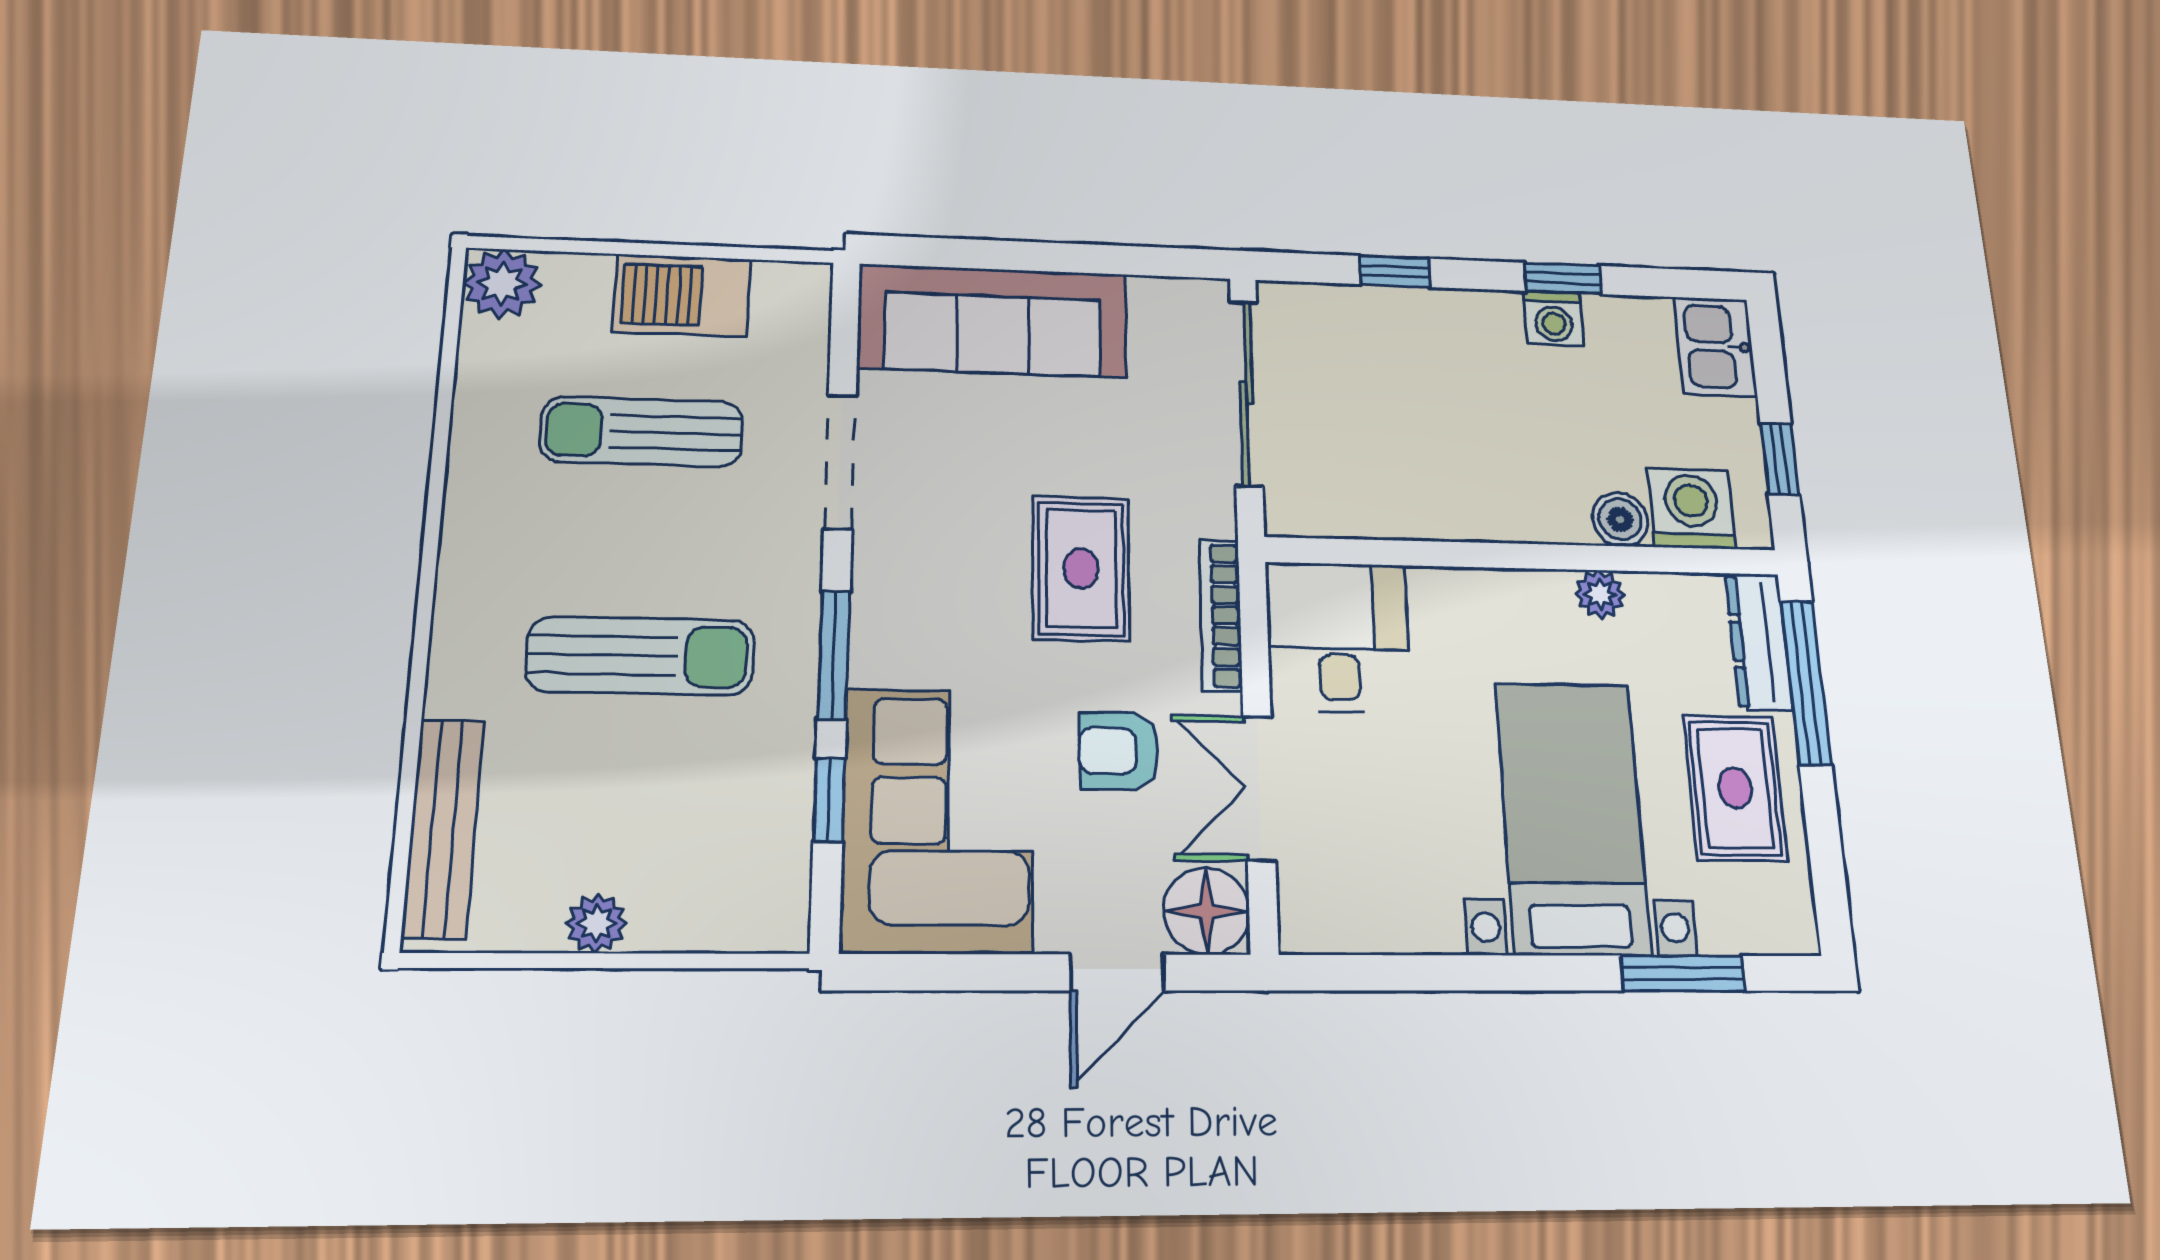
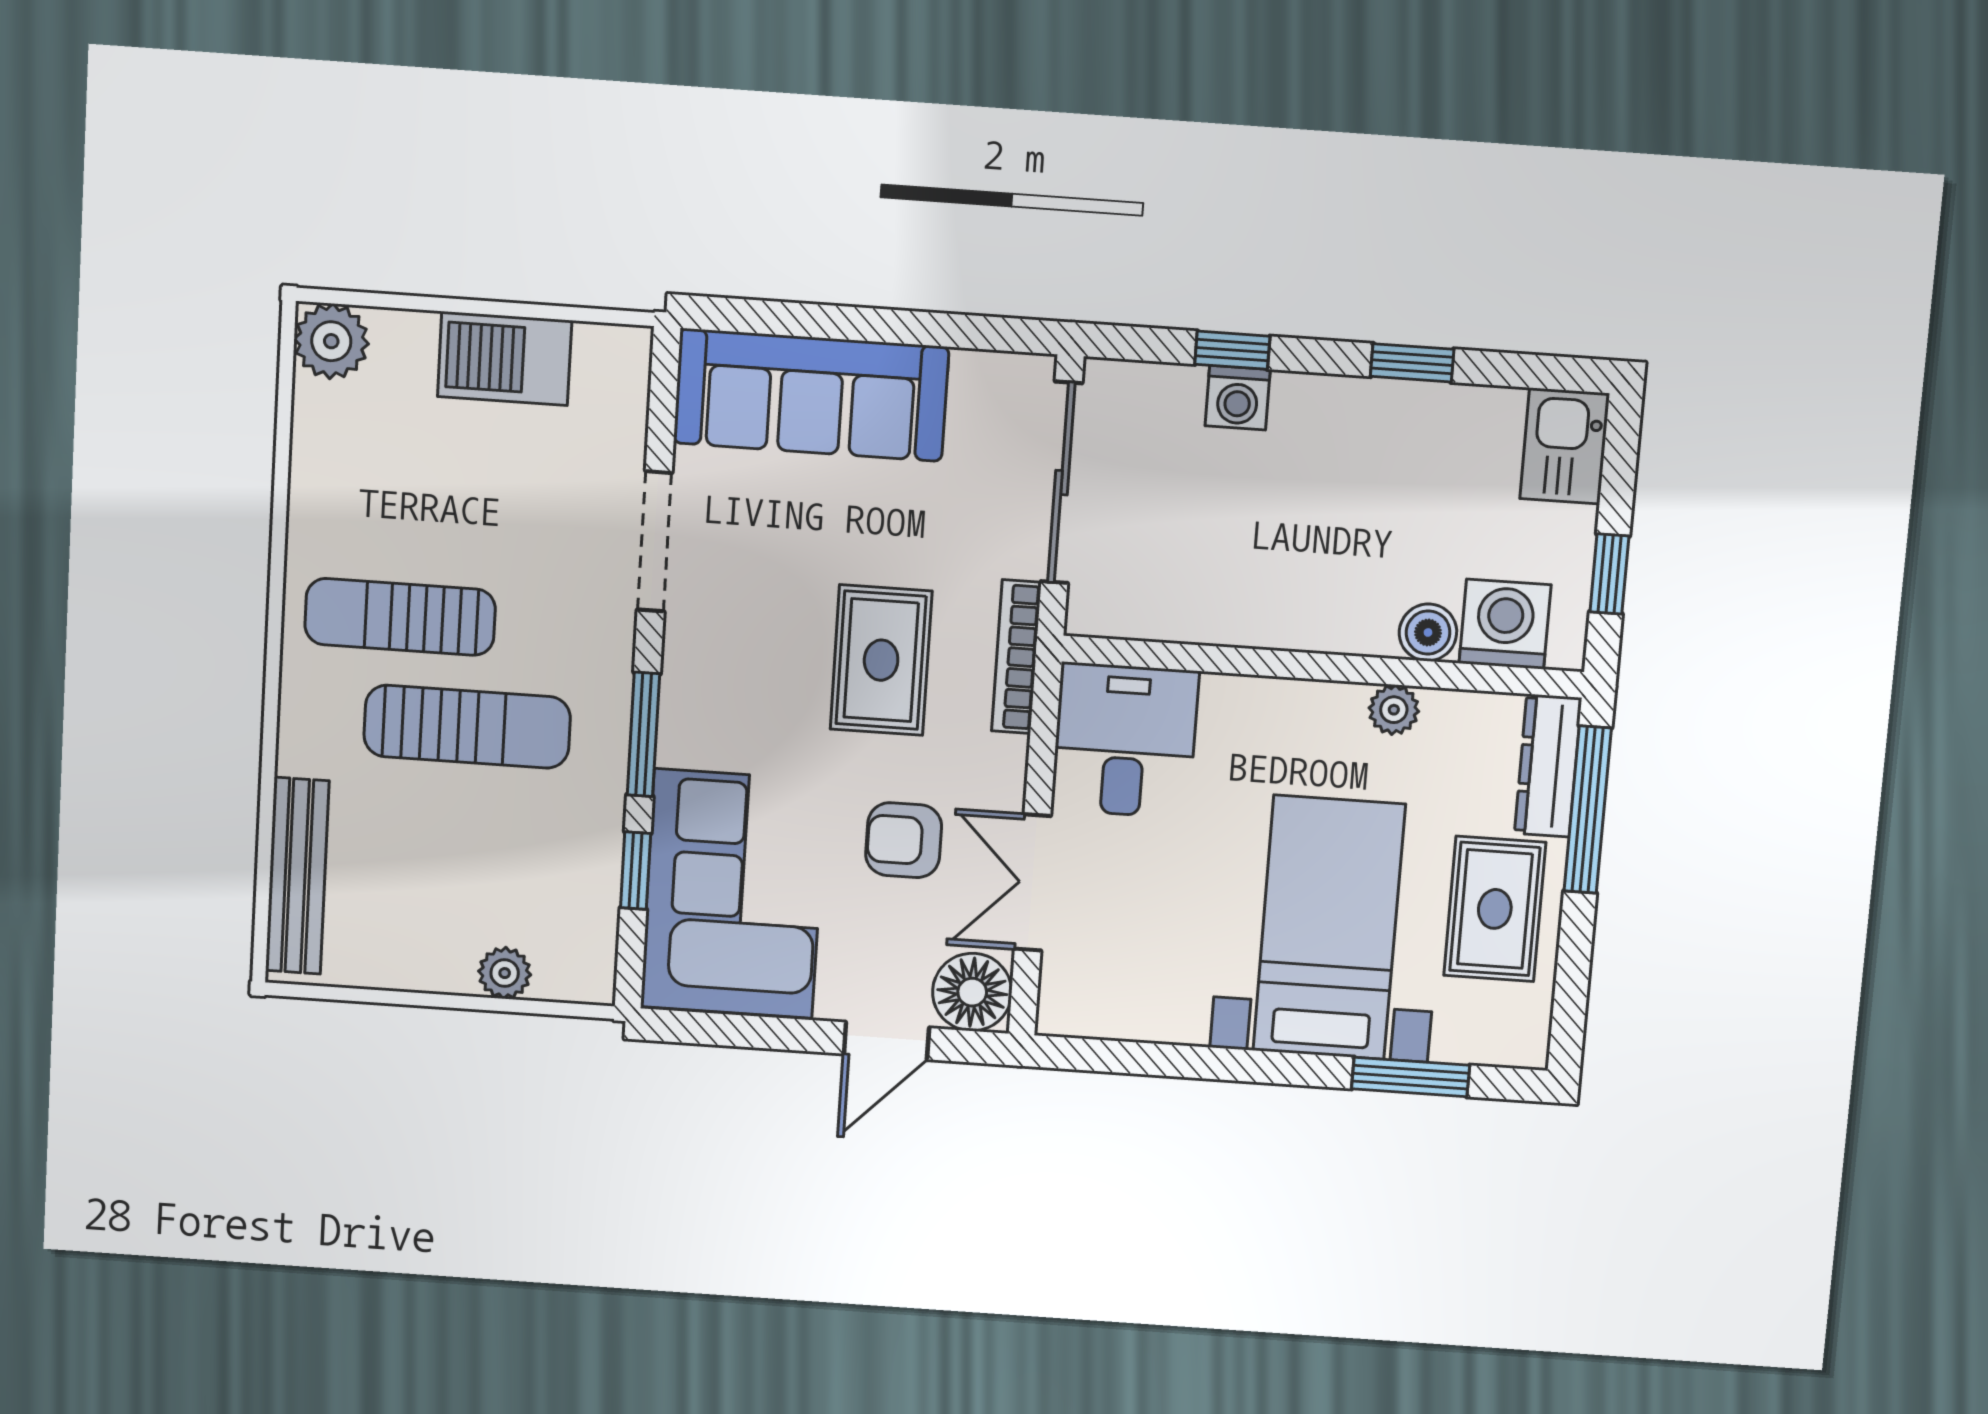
washing machine: (1553, 318) -> (1238, 398), moved
sun lounger: (642, 432) -> (400, 617), moved
bookcase: (1220, 615) -> (1016, 657), moved
plant: (597, 923) -> (505, 973), moved

